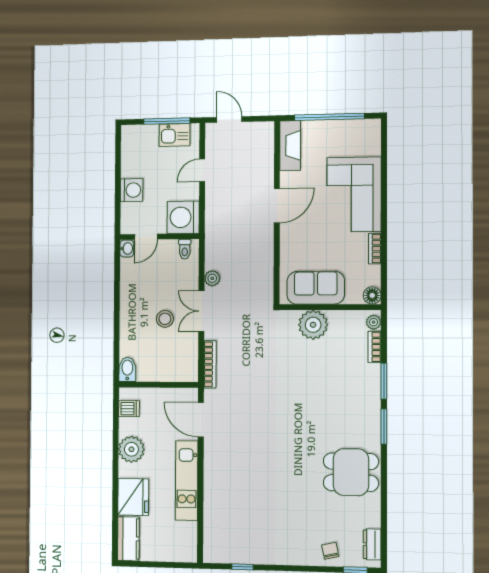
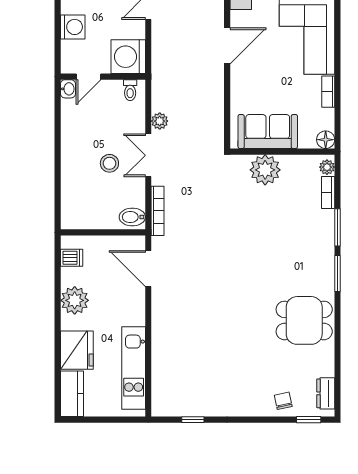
bidet: (127, 369) -> (132, 217), moved, turned -90
kitchen unit: (187, 481) -> (134, 368), moved

